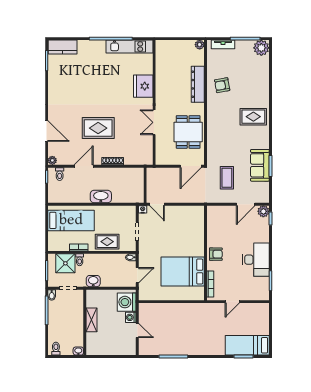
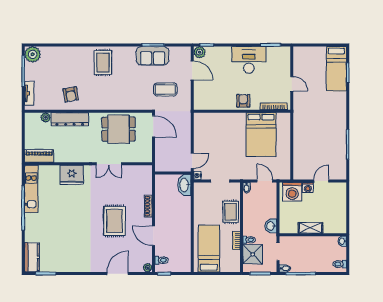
plant: (200, 45) -> (46, 117), moved
piano: (162, 54) -> (39, 156), added
washbasin: (101, 197) -> (184, 185), moved

